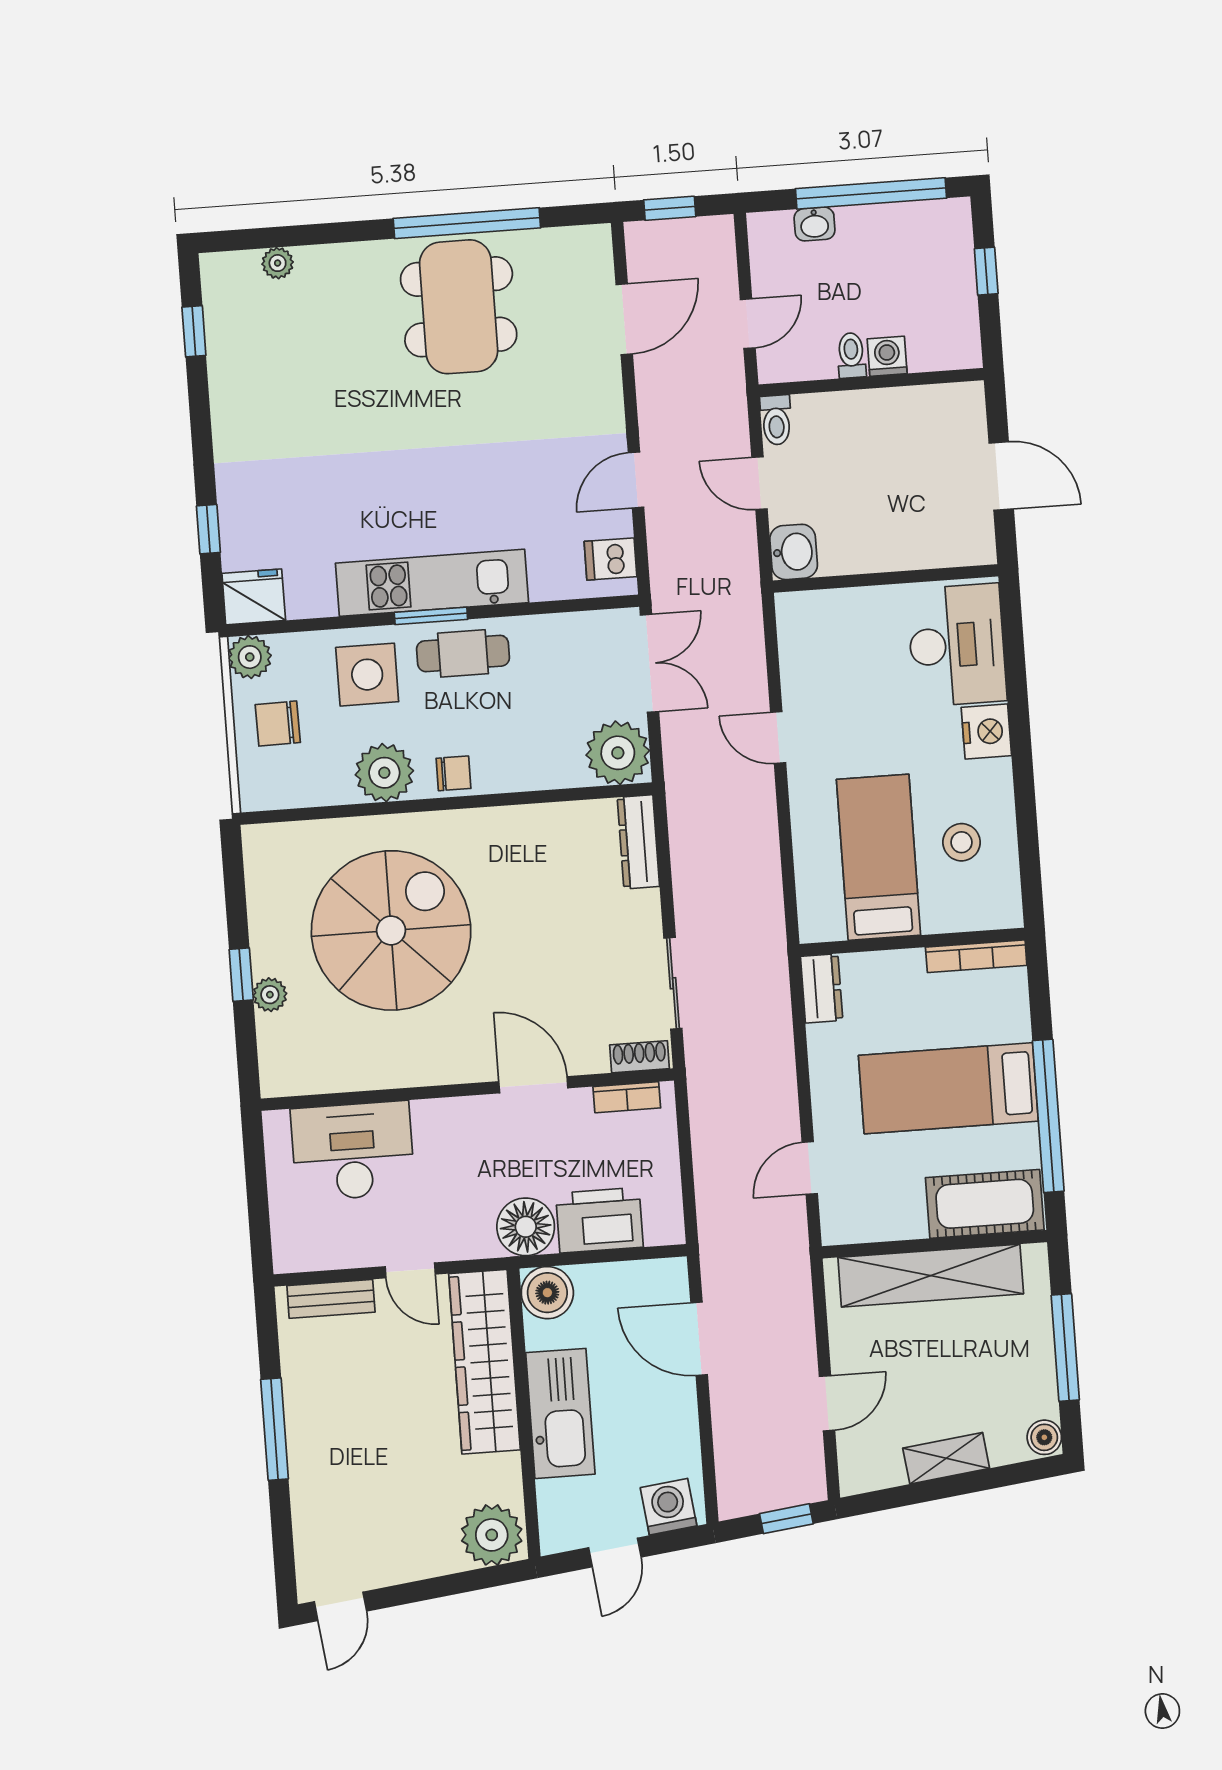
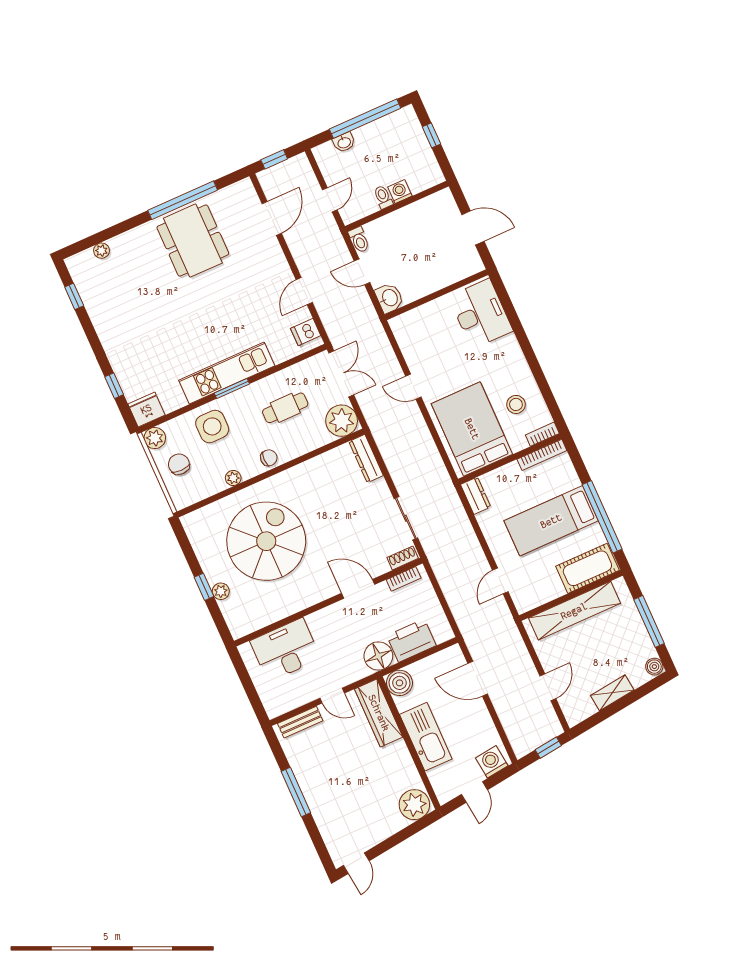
cafe table: (463, 653) -> (285, 408), moved
chair: (278, 724) -> (179, 464), turned 91
nightstand: (986, 731) -> (509, 349), removed
plant: (384, 773) -> (233, 478), width x0.53, depth x0.53
bed: (879, 857) -> (472, 429), width x1.50
bookcase: (991, 917) -> (542, 434), added
wardrobe: (485, 1362) -> (379, 713), width x0.71, depth x0.85

